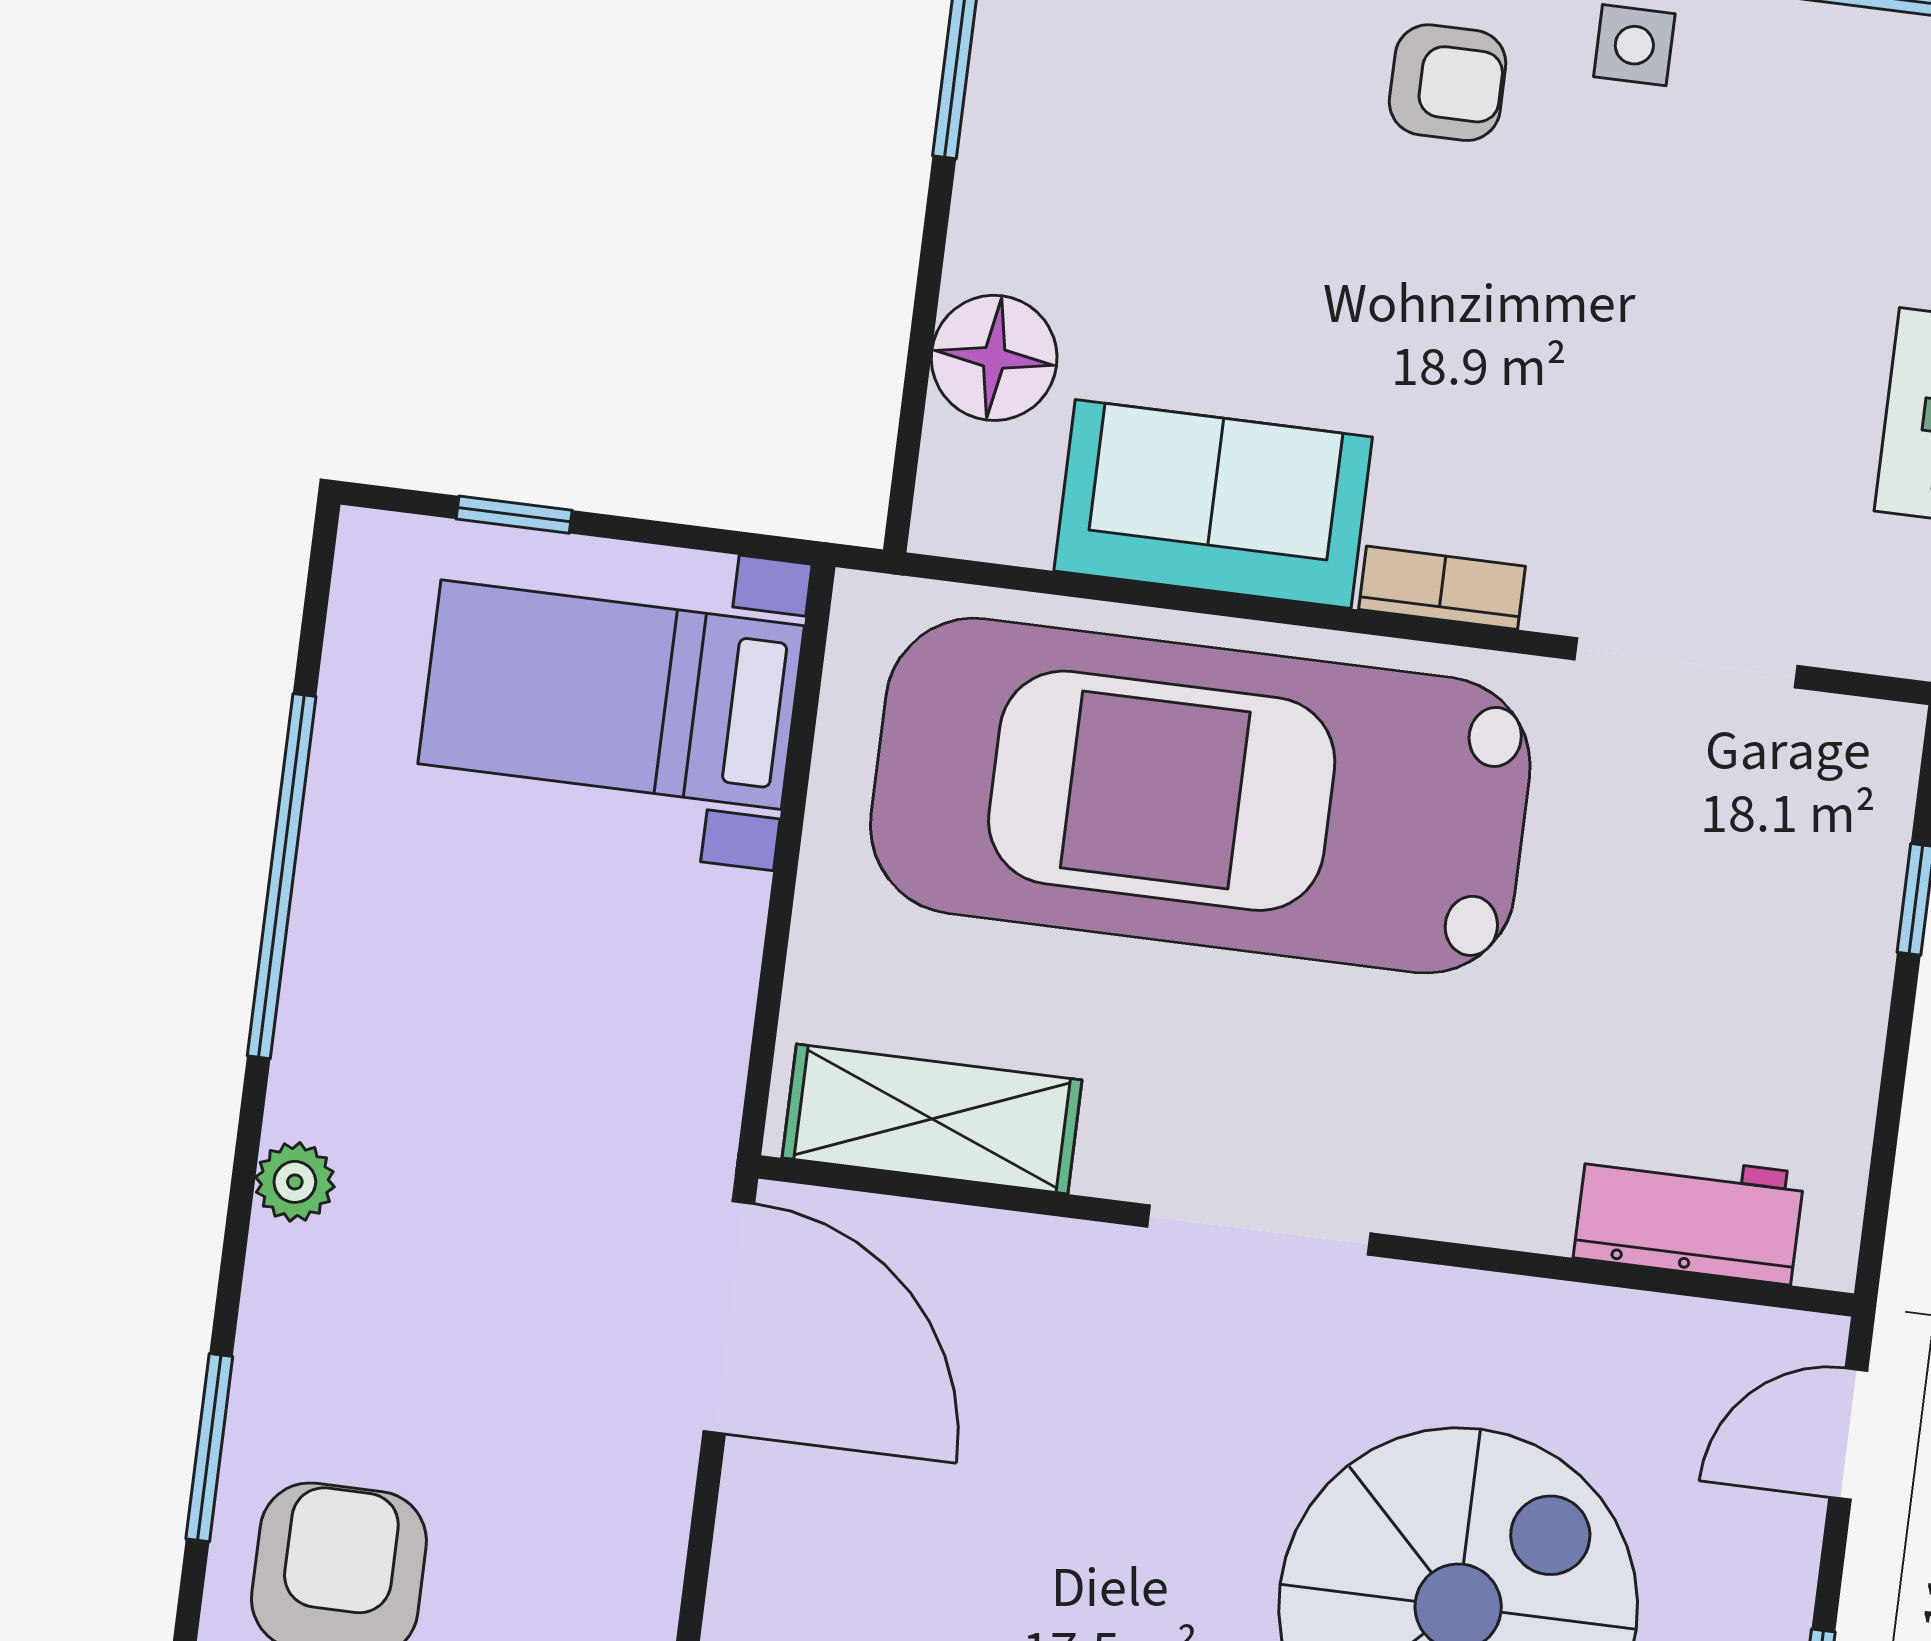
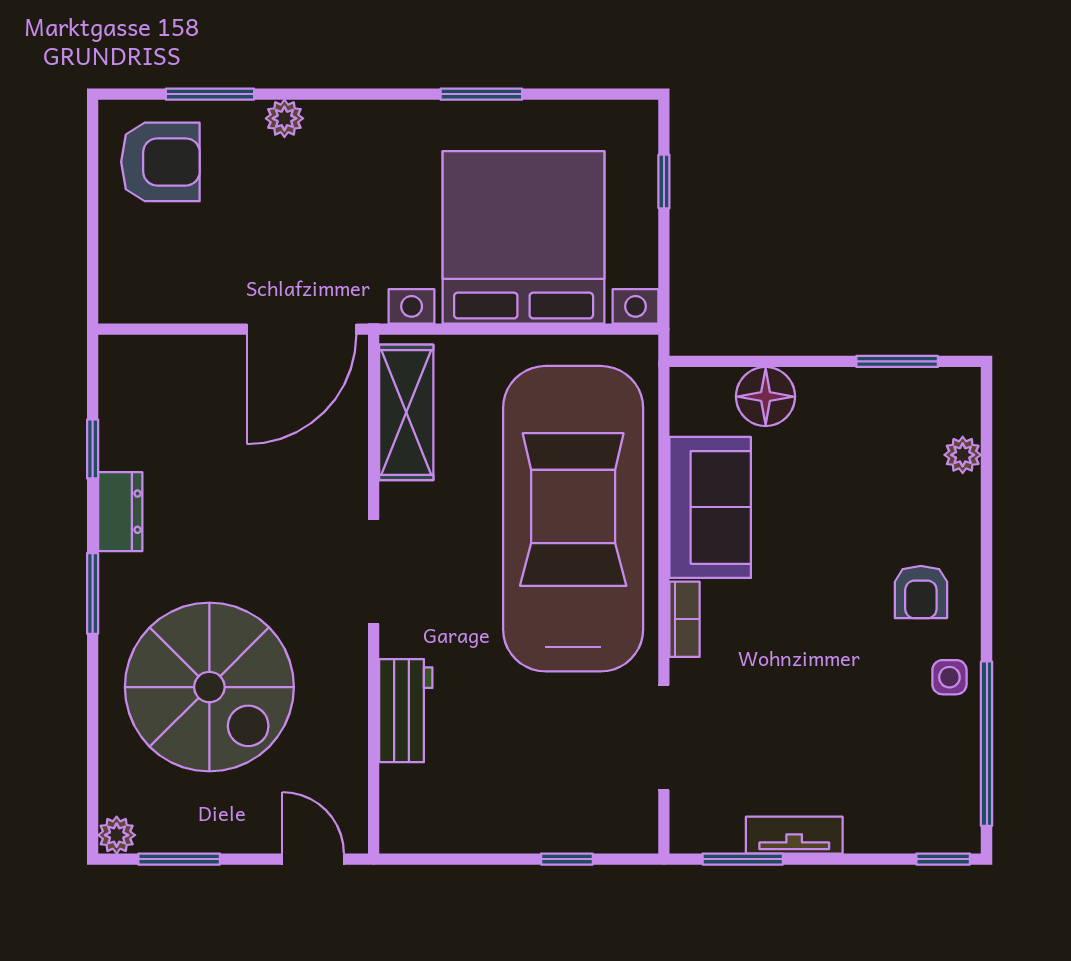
bed with nightstands: (611, 695) -> (524, 237), width x1.85
window: (282, 876) -> (481, 94), width x0.47
plant: (295, 1182) -> (284, 118), moved
workbench: (1689, 1216) -> (406, 711), moved

